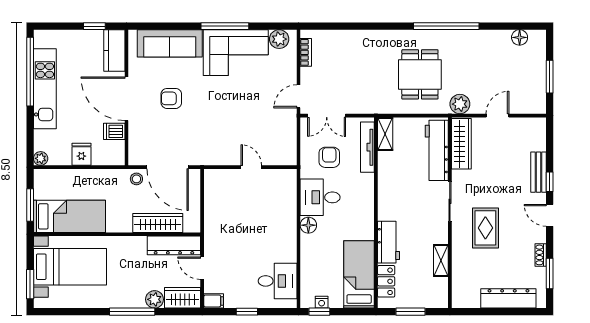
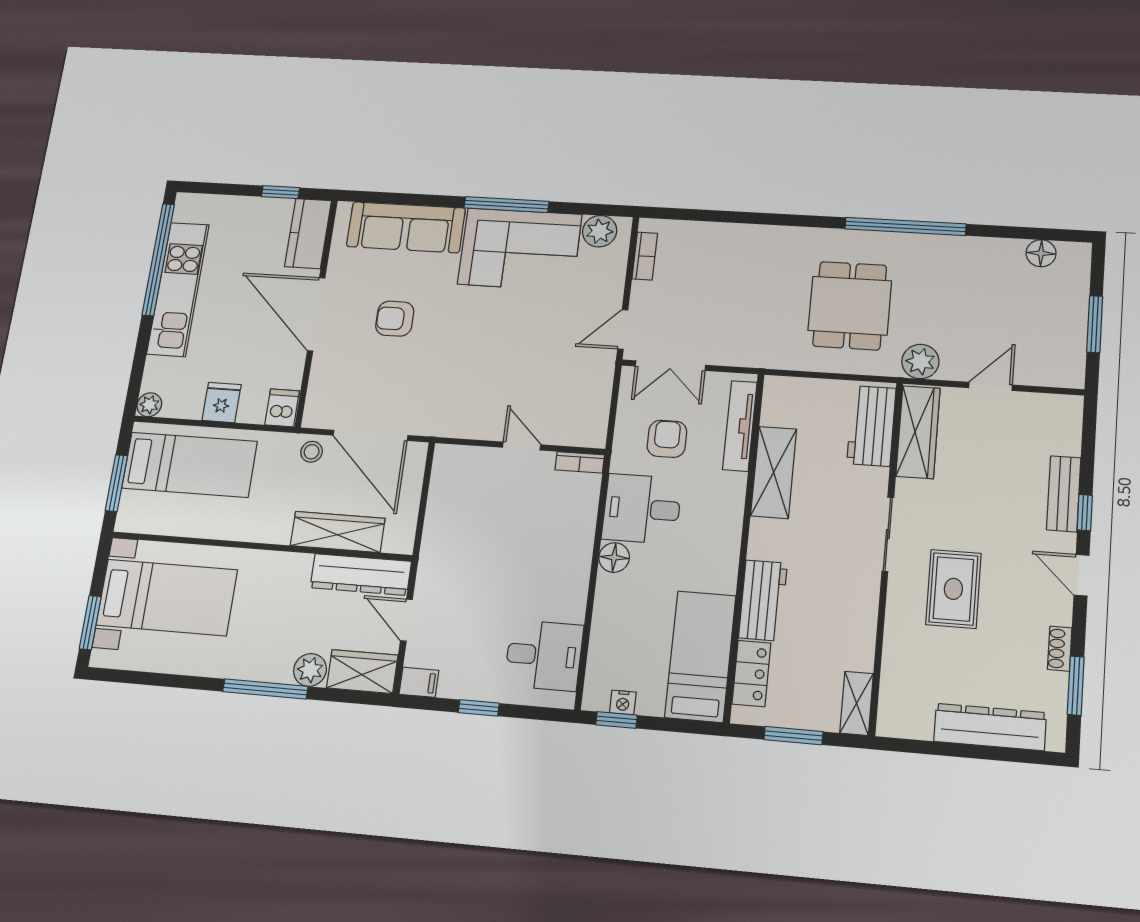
dishwasher: (114, 131) -> (282, 408), moved, turned 90
shelving: (385, 134) -> (774, 472), moved, width x1.50, depth x1.33
workbench: (437, 150) -> (871, 426), width x0.73
bookcase: (284, 174) -> (580, 462), added
bed: (69, 216) -> (189, 465), moved
shelving: (441, 260) -> (857, 703), moved

